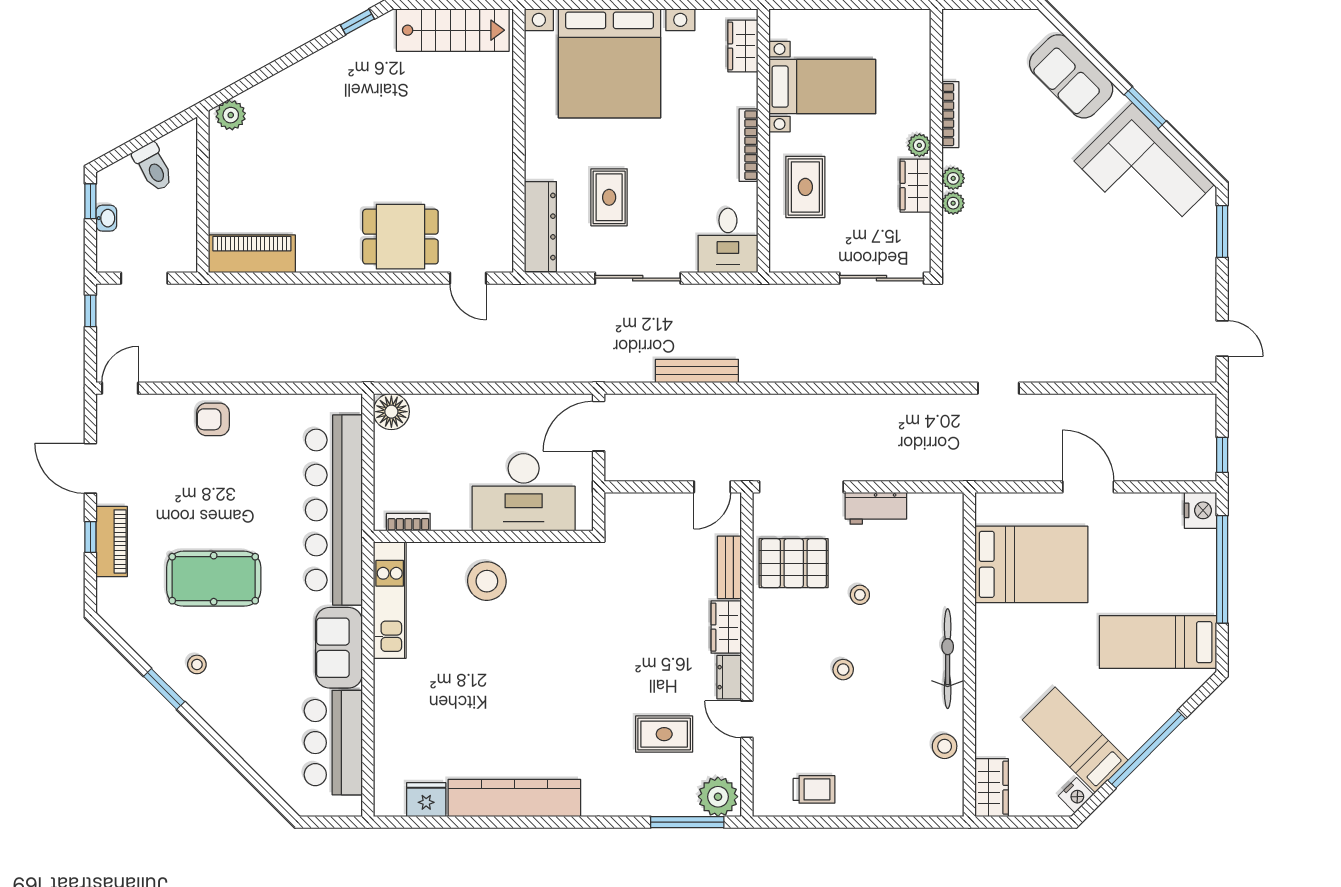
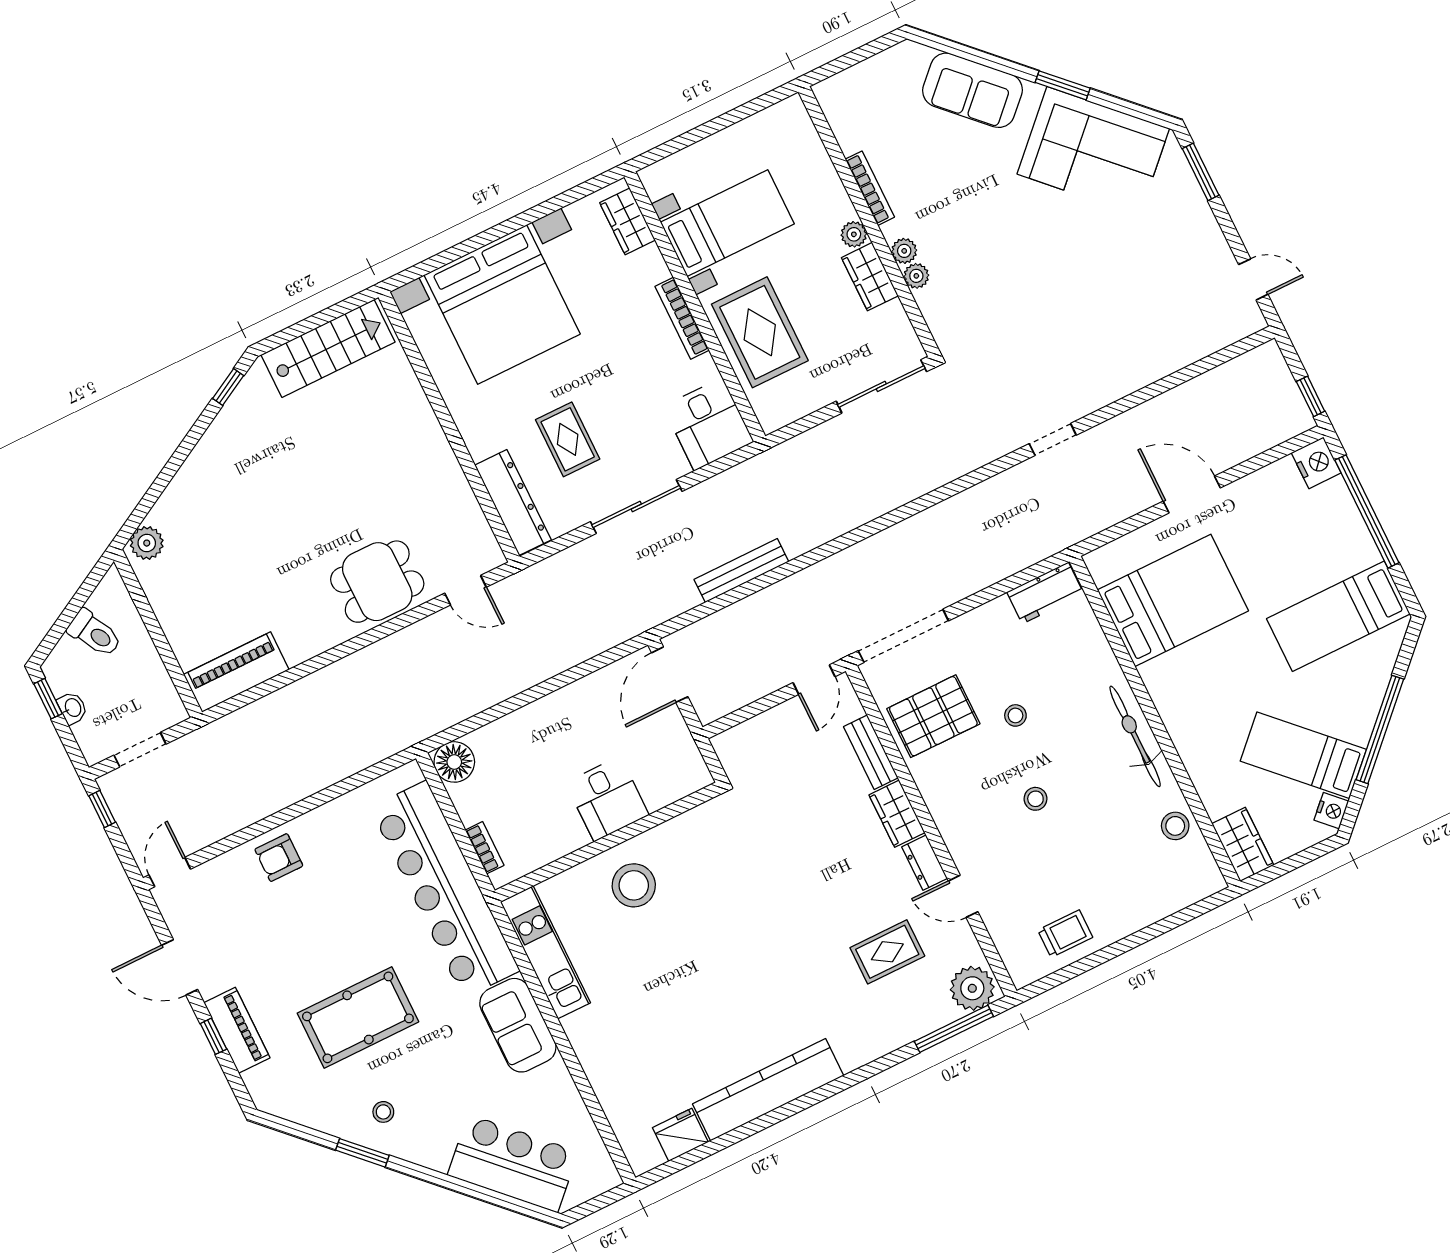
rug: (805, 187) -> (760, 332), width x1.36, depth x1.43
desk: (524, 492) -> (607, 799), width x0.53, depth x0.77
workbench: (876, 508) -> (1045, 593), moved
bookcase: (408, 522) -> (485, 848), moved, turned 90
bar counter: (333, 743) -> (513, 1163), moved, turned 135

